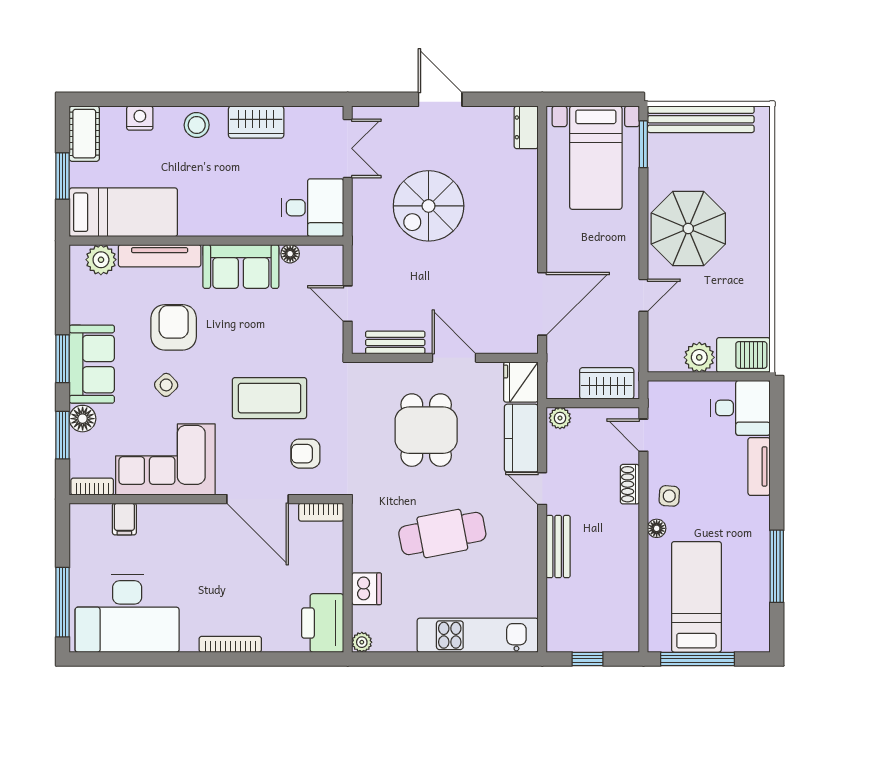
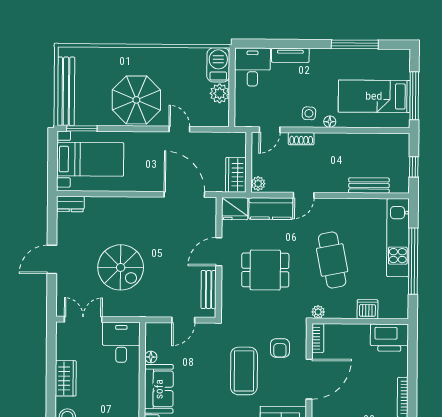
wardrobe: (607, 383) -> (236, 175), moved
bench: (558, 547) -> (369, 185), moved
plant: (362, 642) -> (318, 312), moved
window: (441, 659) -> (413, 261), added

